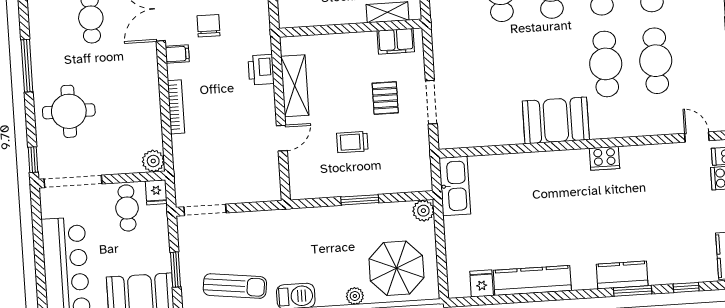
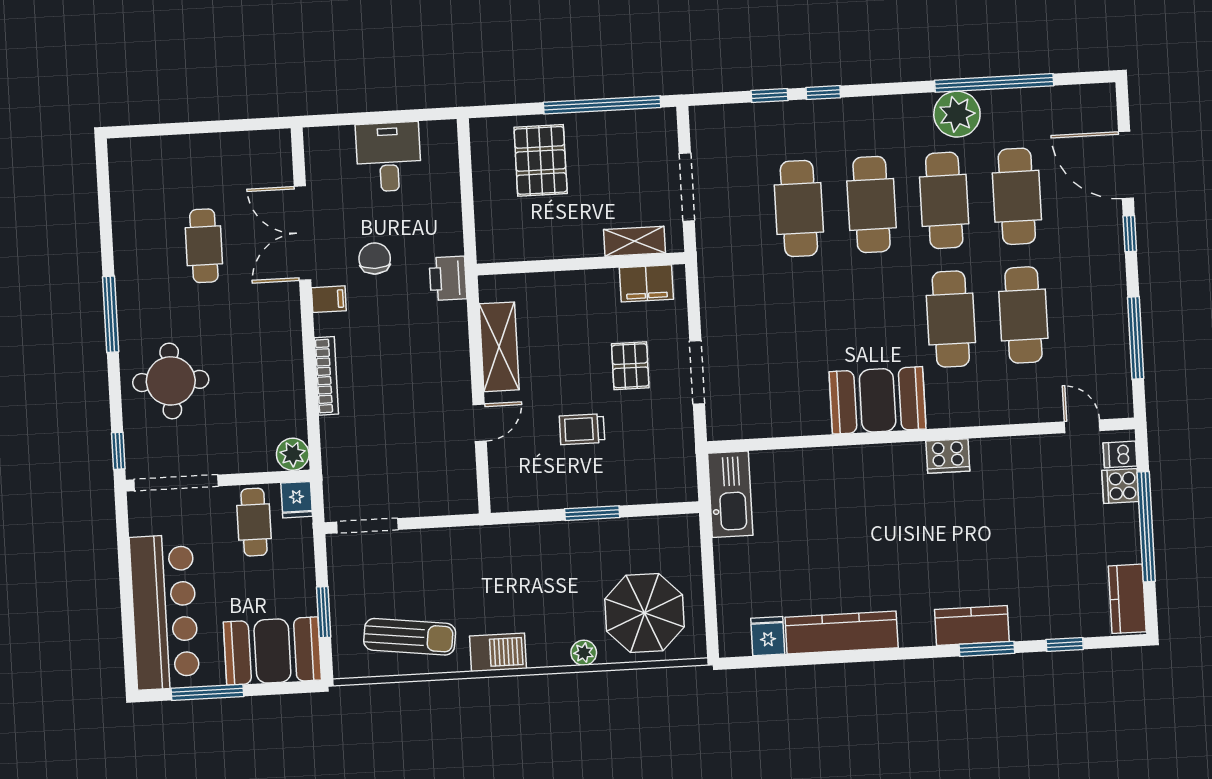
printer: (261, 70) -> (448, 278), moved
plant: (423, 211) -> (684, 530), removed

